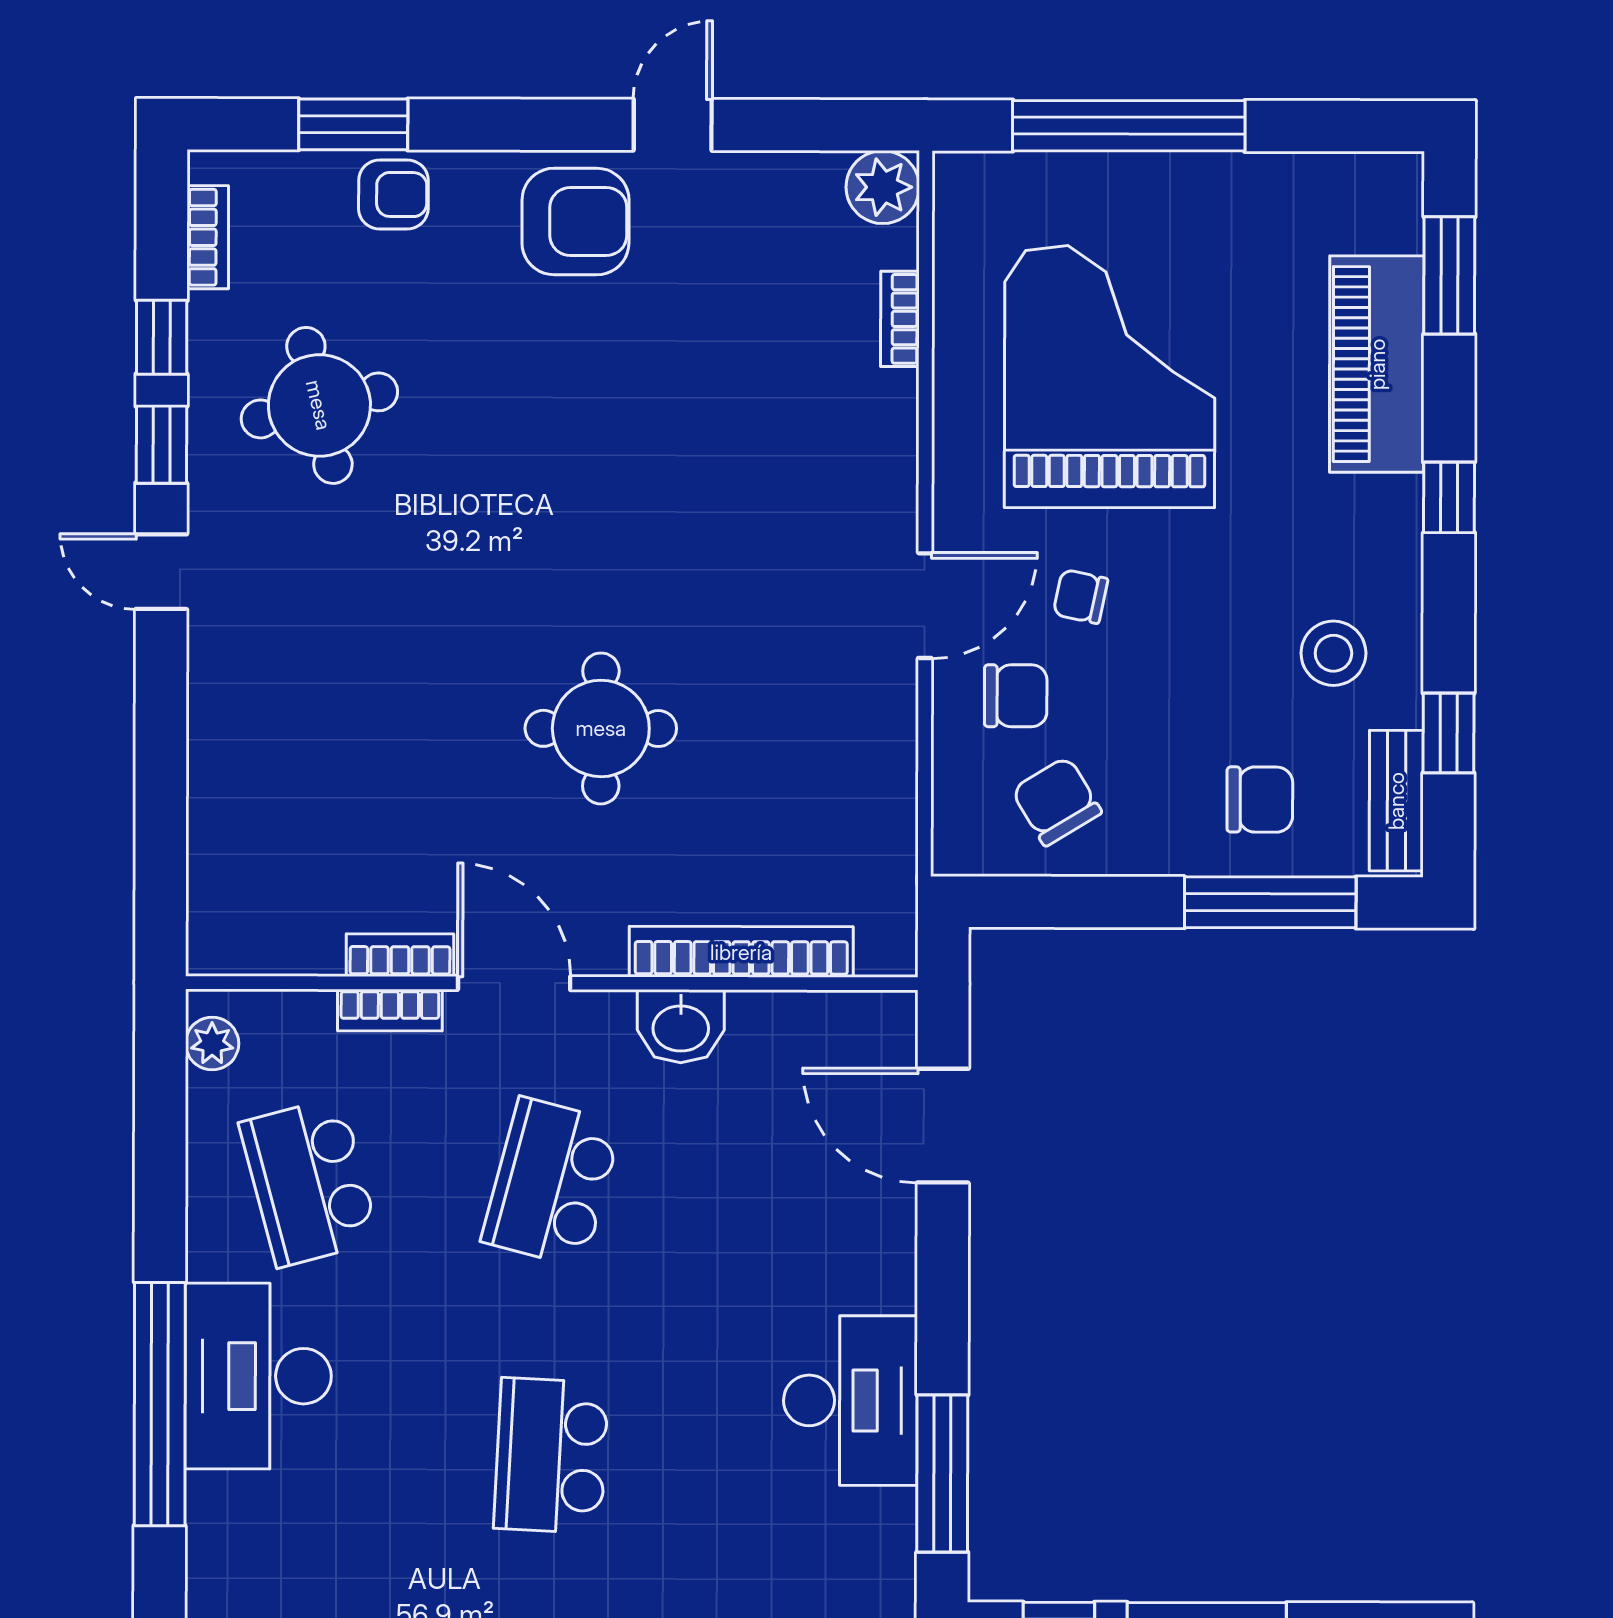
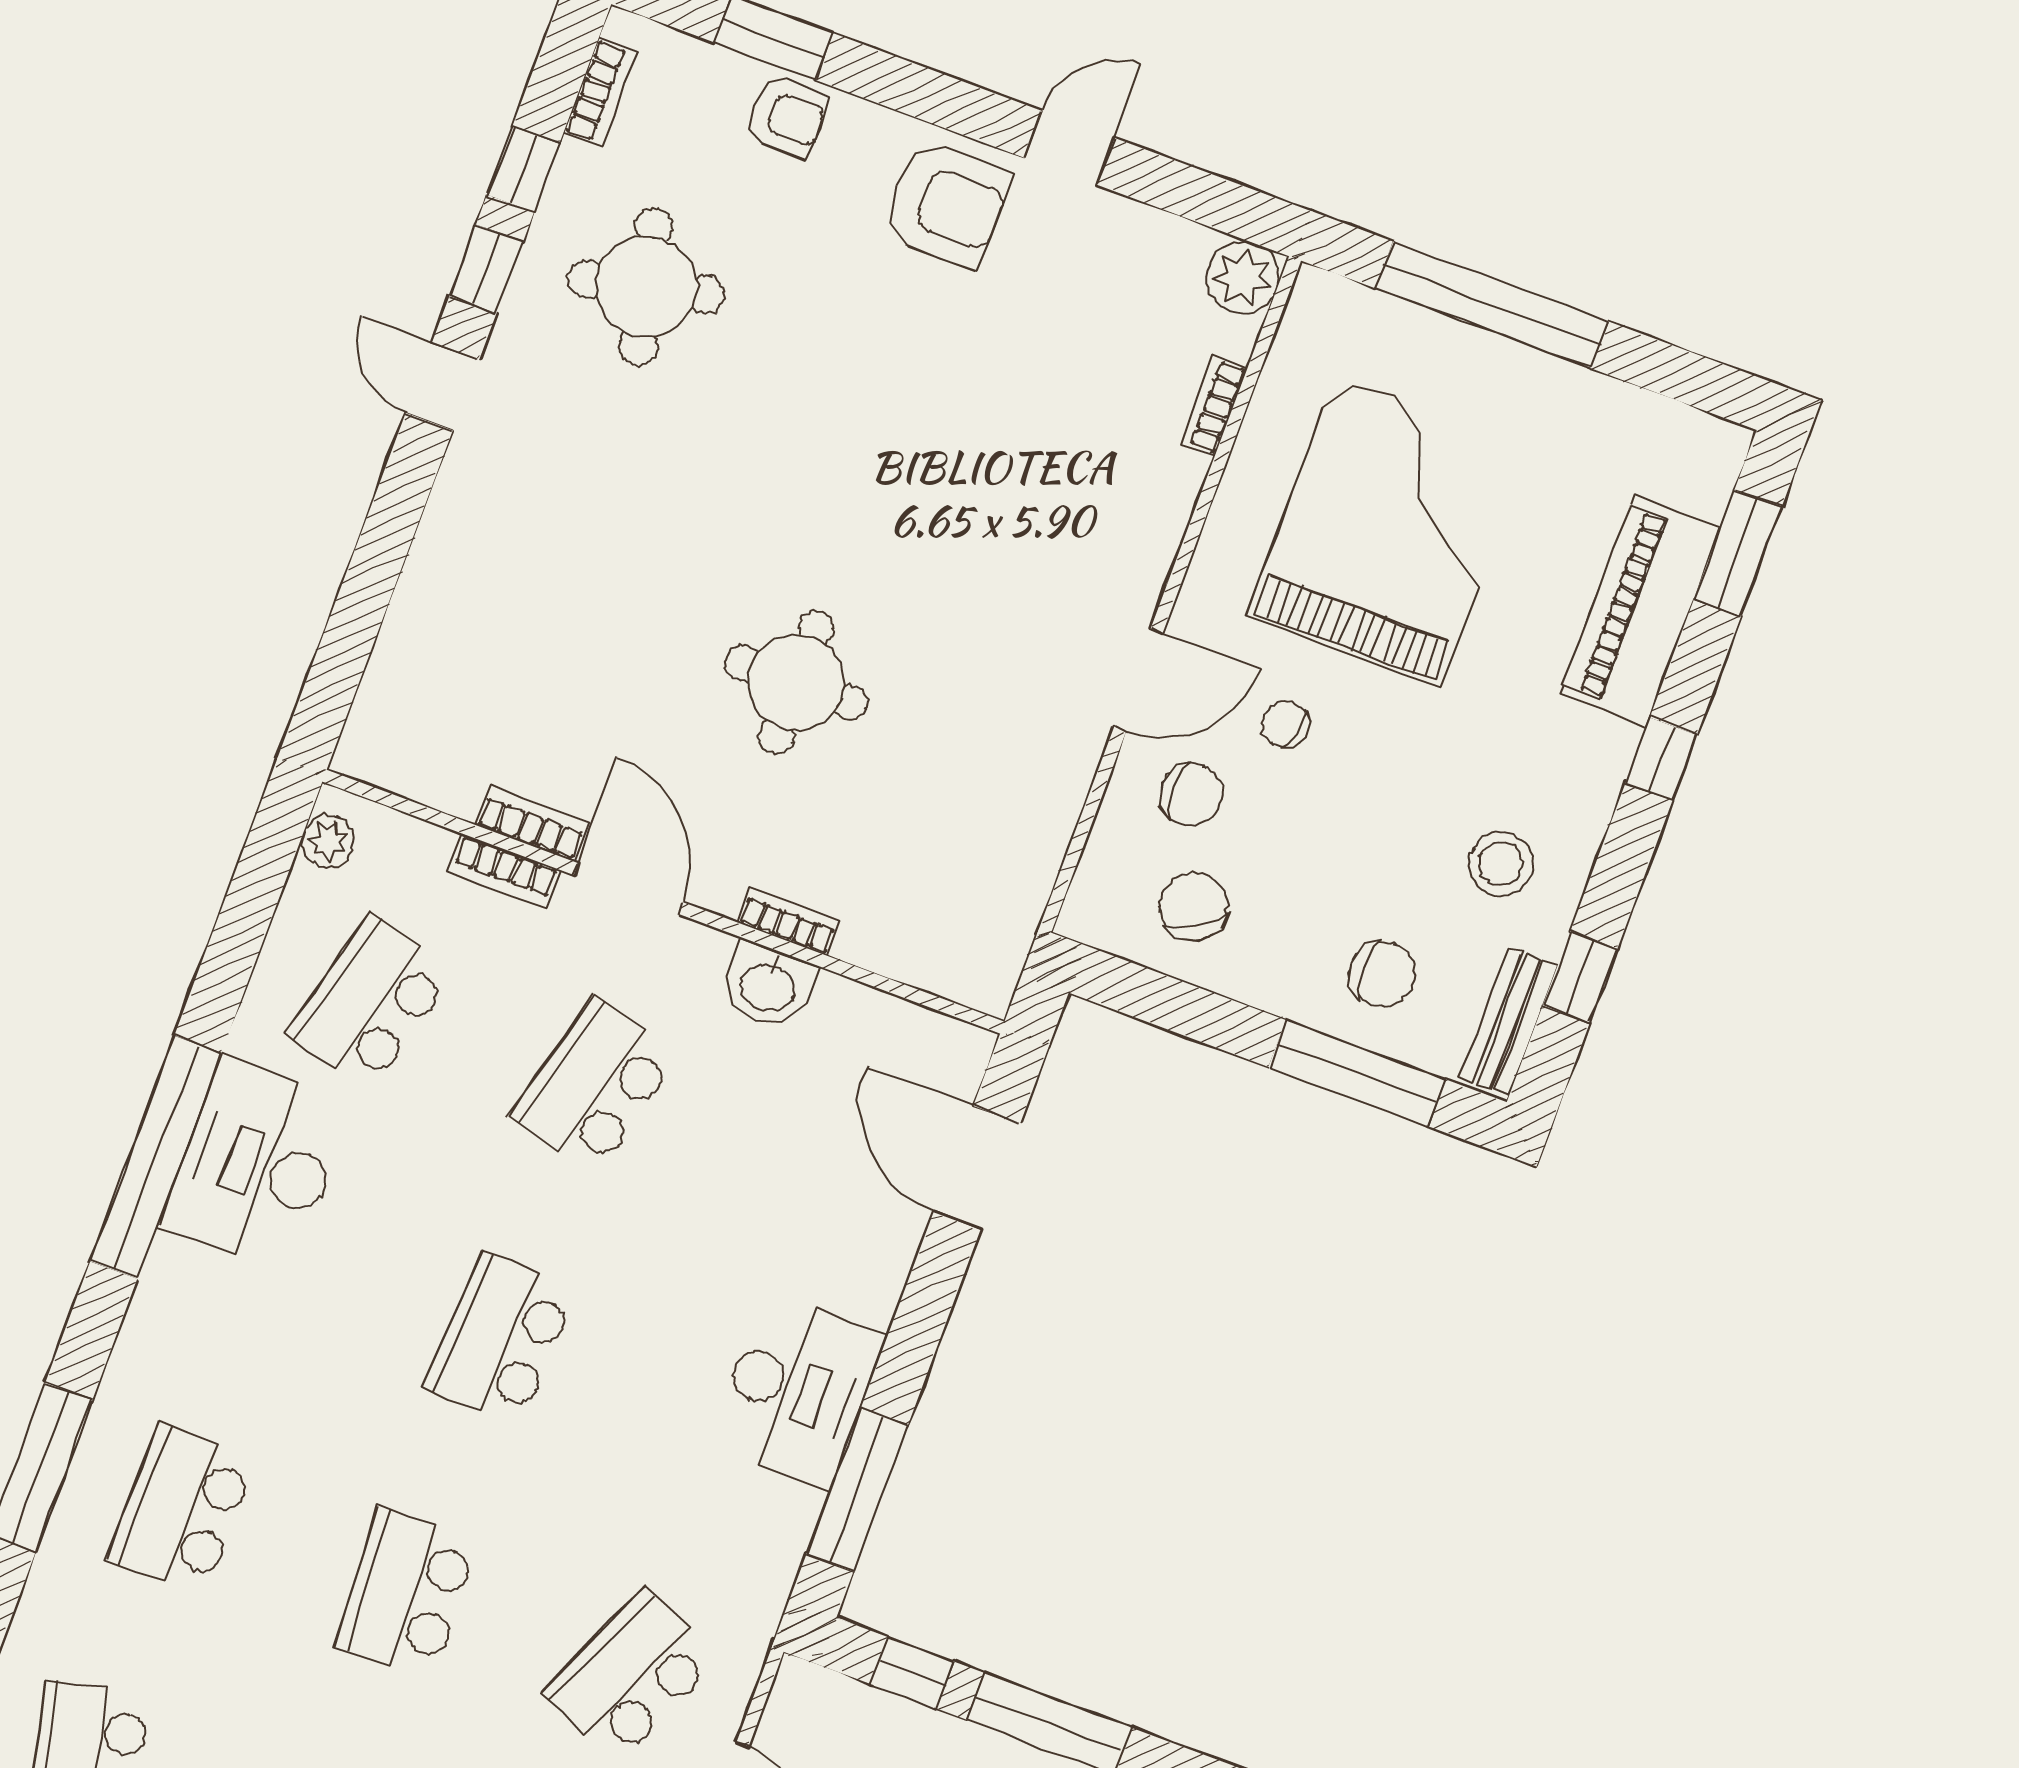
bookcase: (741, 952) -> (789, 921), width x0.43, depth x0.76
school desk: (309, 1182) -> (370, 1003), turned 30

